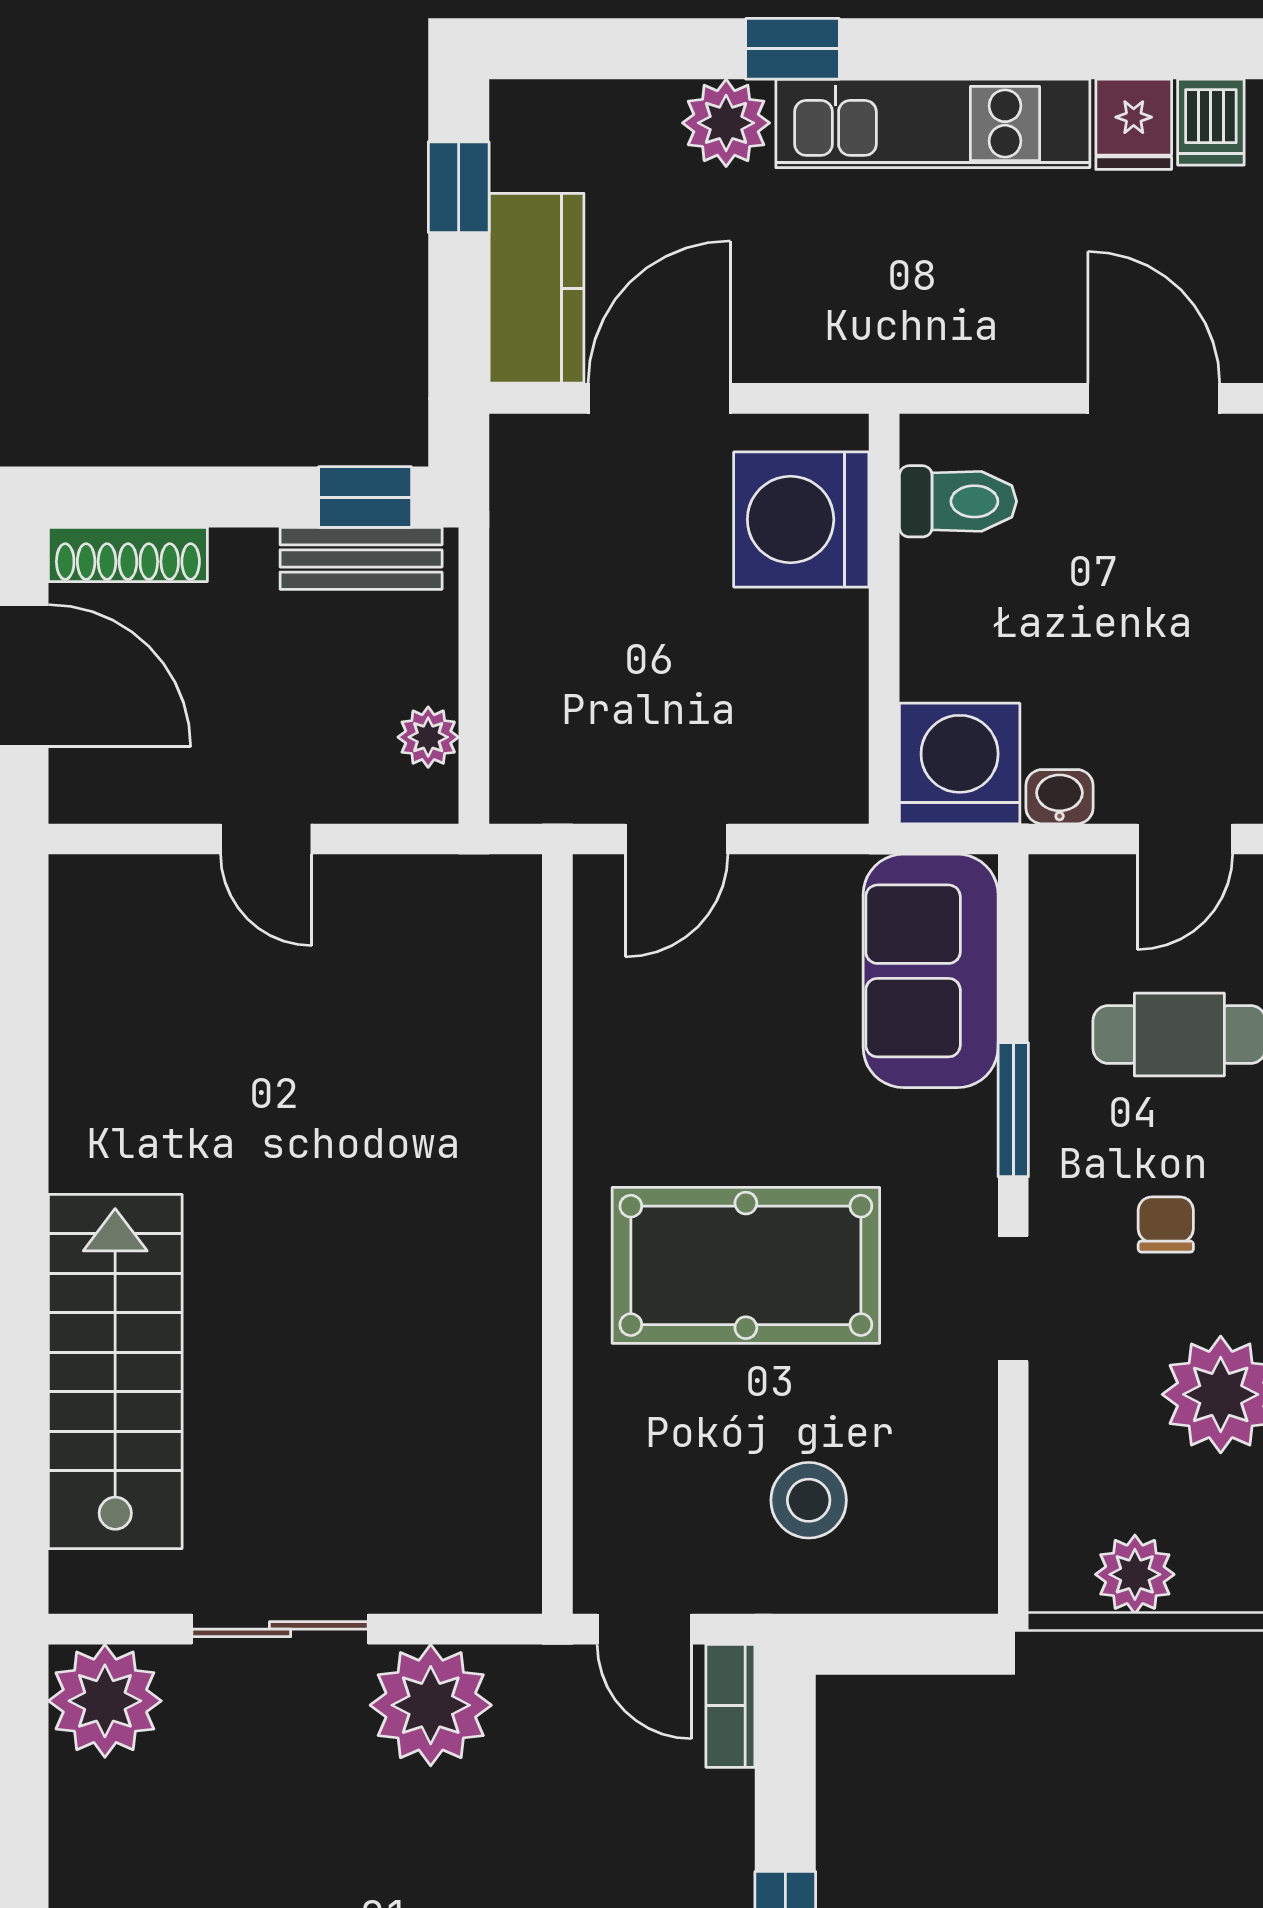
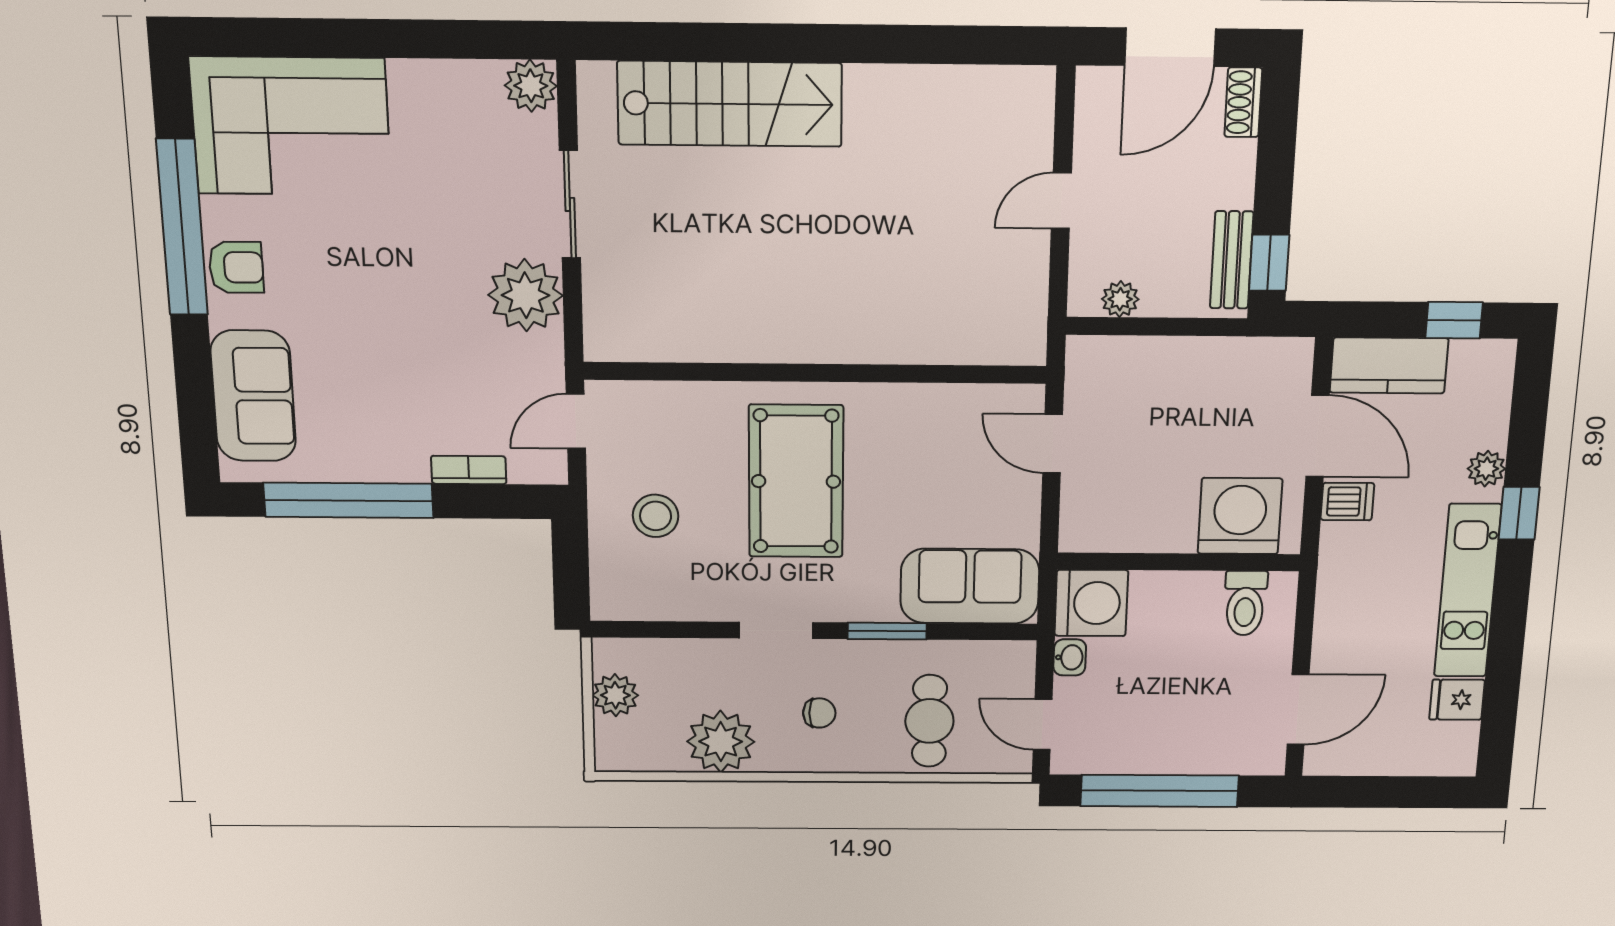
dishwasher: (1211, 122) -> (1347, 502), moved, turned 180
plant: (726, 123) -> (1486, 469), width x0.73, depth x0.73
shoe rack: (128, 555) -> (1243, 102), width x0.70
plant: (105, 1701) -> (531, 86), width x0.73, depth x0.73
bookcase: (730, 1706) -> (469, 470), moved

